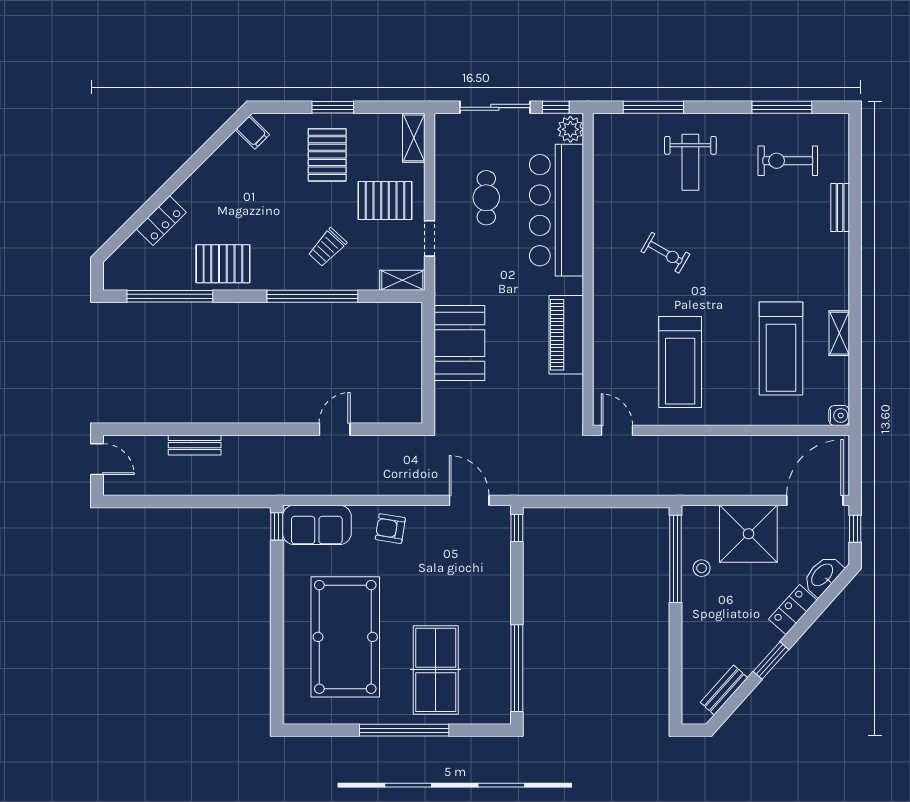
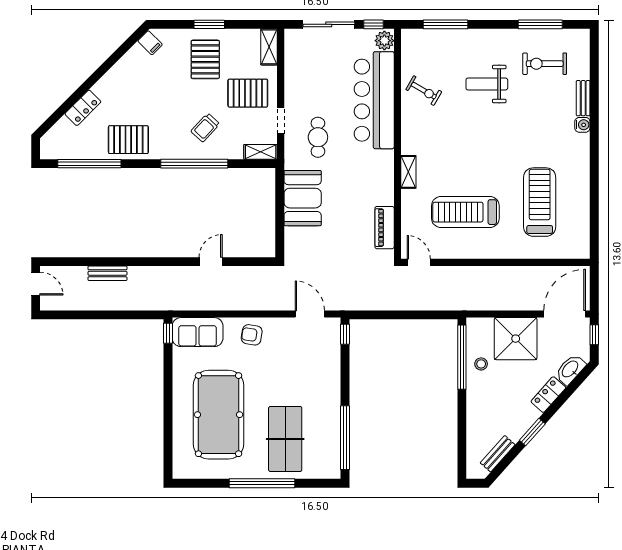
weight bench: (690, 162) -> (487, 84), moved, turned 90
cafe table: (486, 198) -> (318, 137), moved
exercise bike: (665, 253) -> (424, 91), moved
shelving: (839, 333) -> (408, 172), moved
piano: (566, 335) -> (385, 228), moved, width x0.73, depth x0.75
treadmill: (781, 348) -> (540, 202), turned 180
treadmill: (680, 362) -> (465, 212), turned 90
water cooler: (839, 415) -> (582, 125), moved

